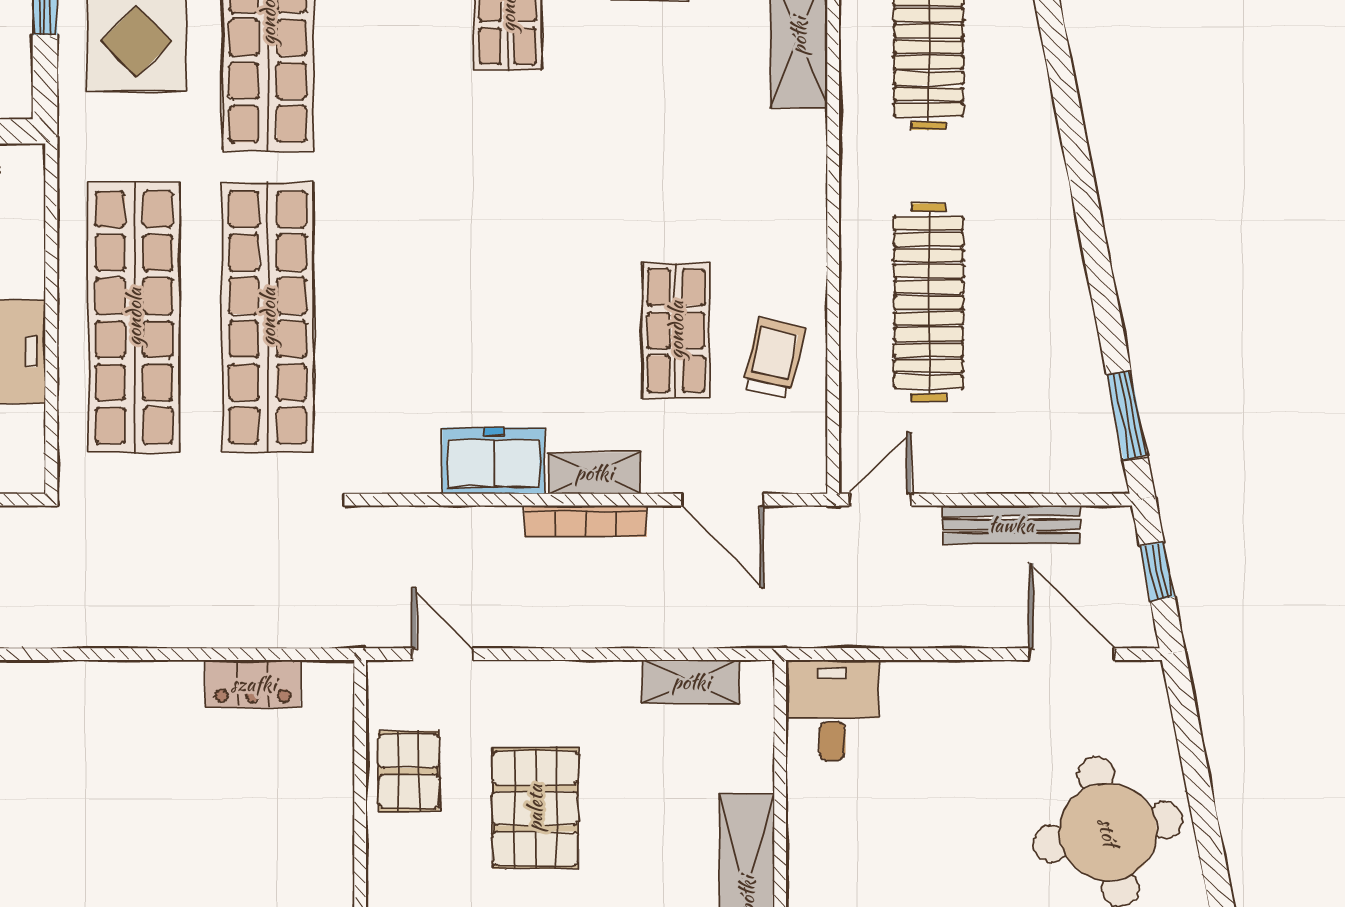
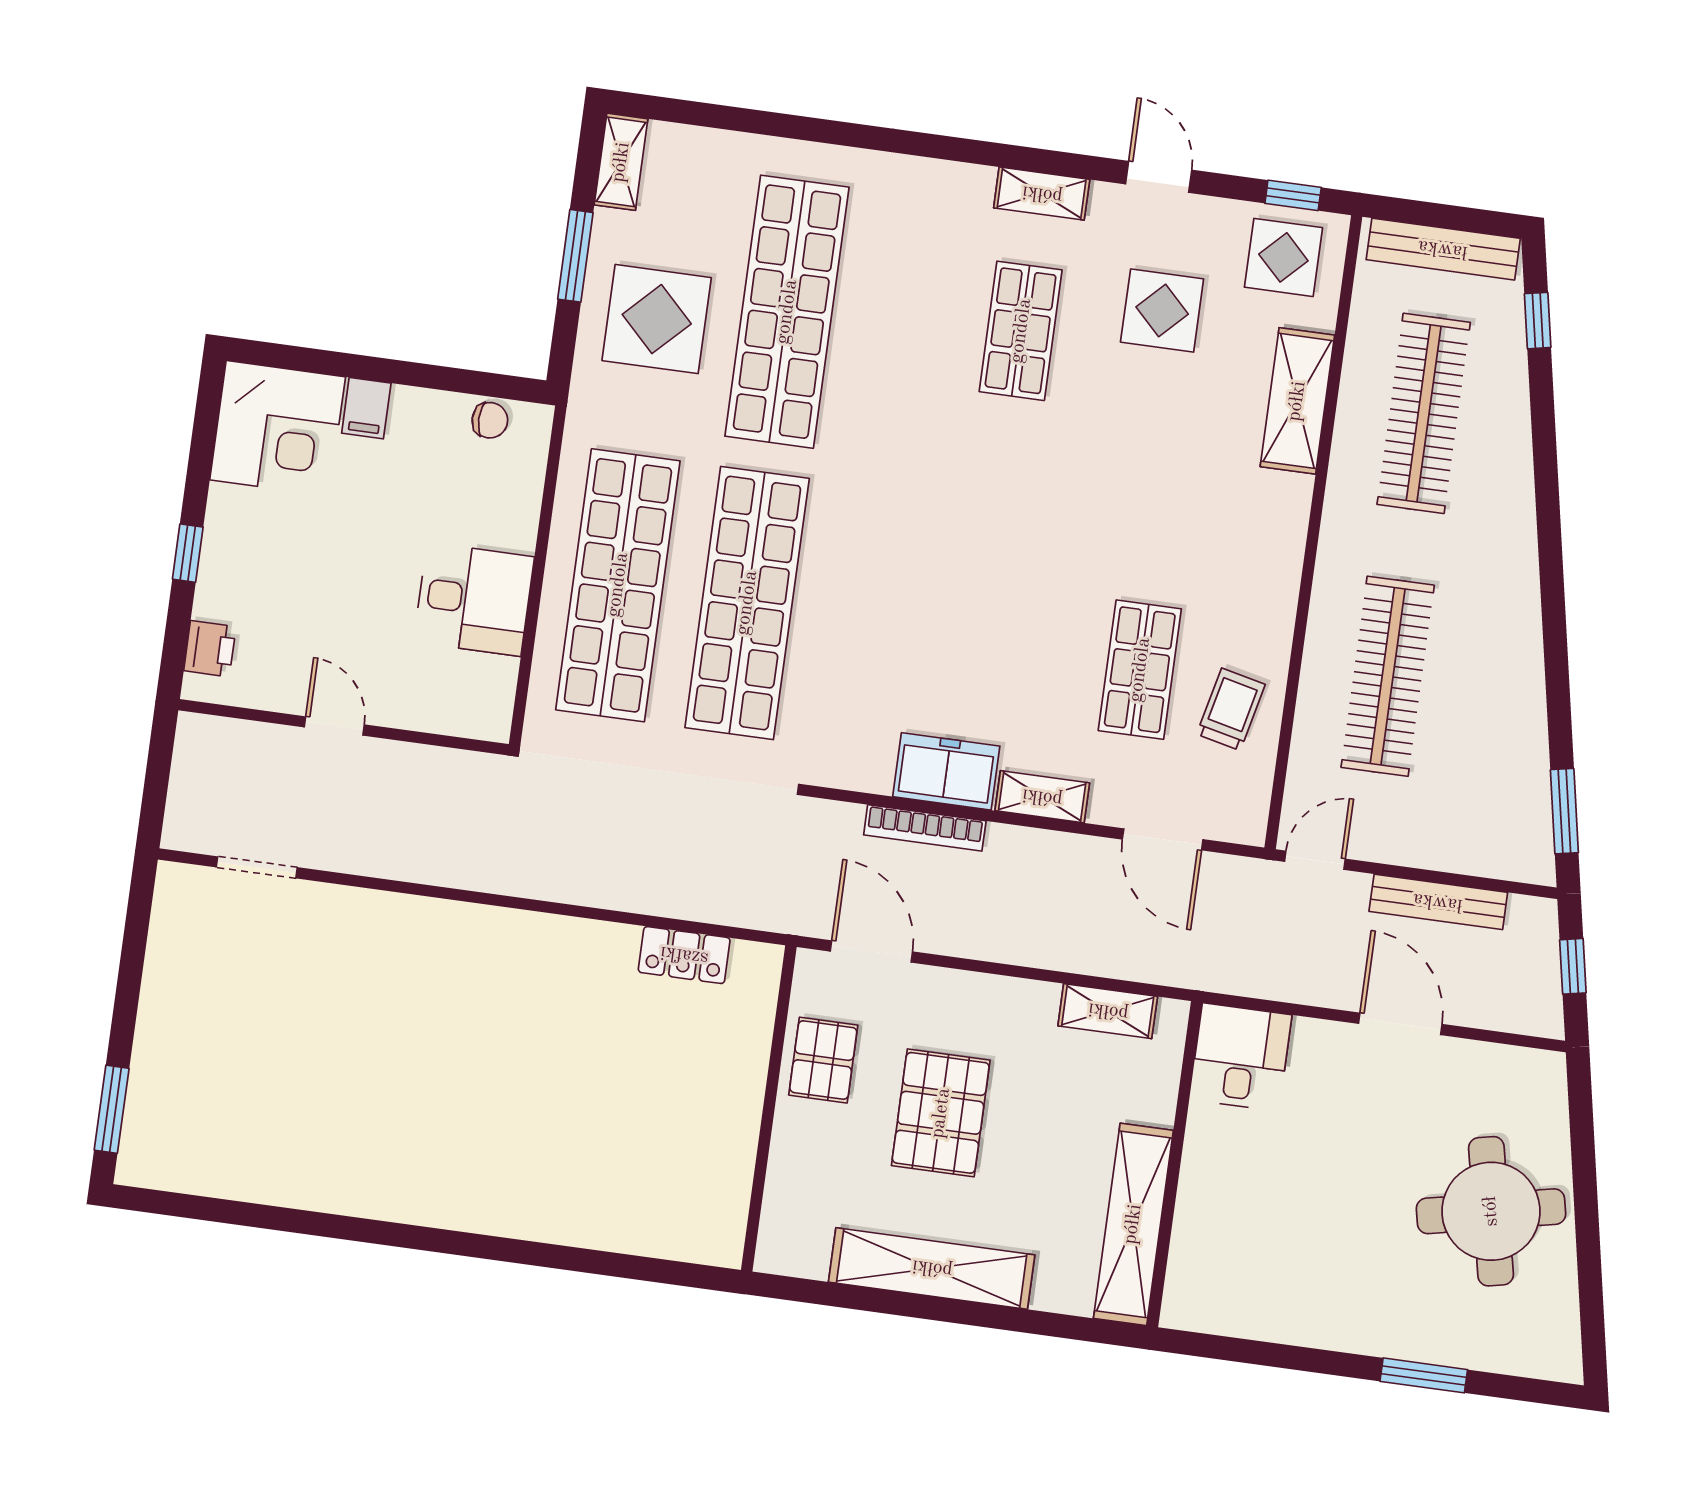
bookcase: (586, 521) -> (925, 828), moved
door: (442, 654) -> (871, 952), width x1.37
door: (1071, 654) -> (1400, 1024), moved

